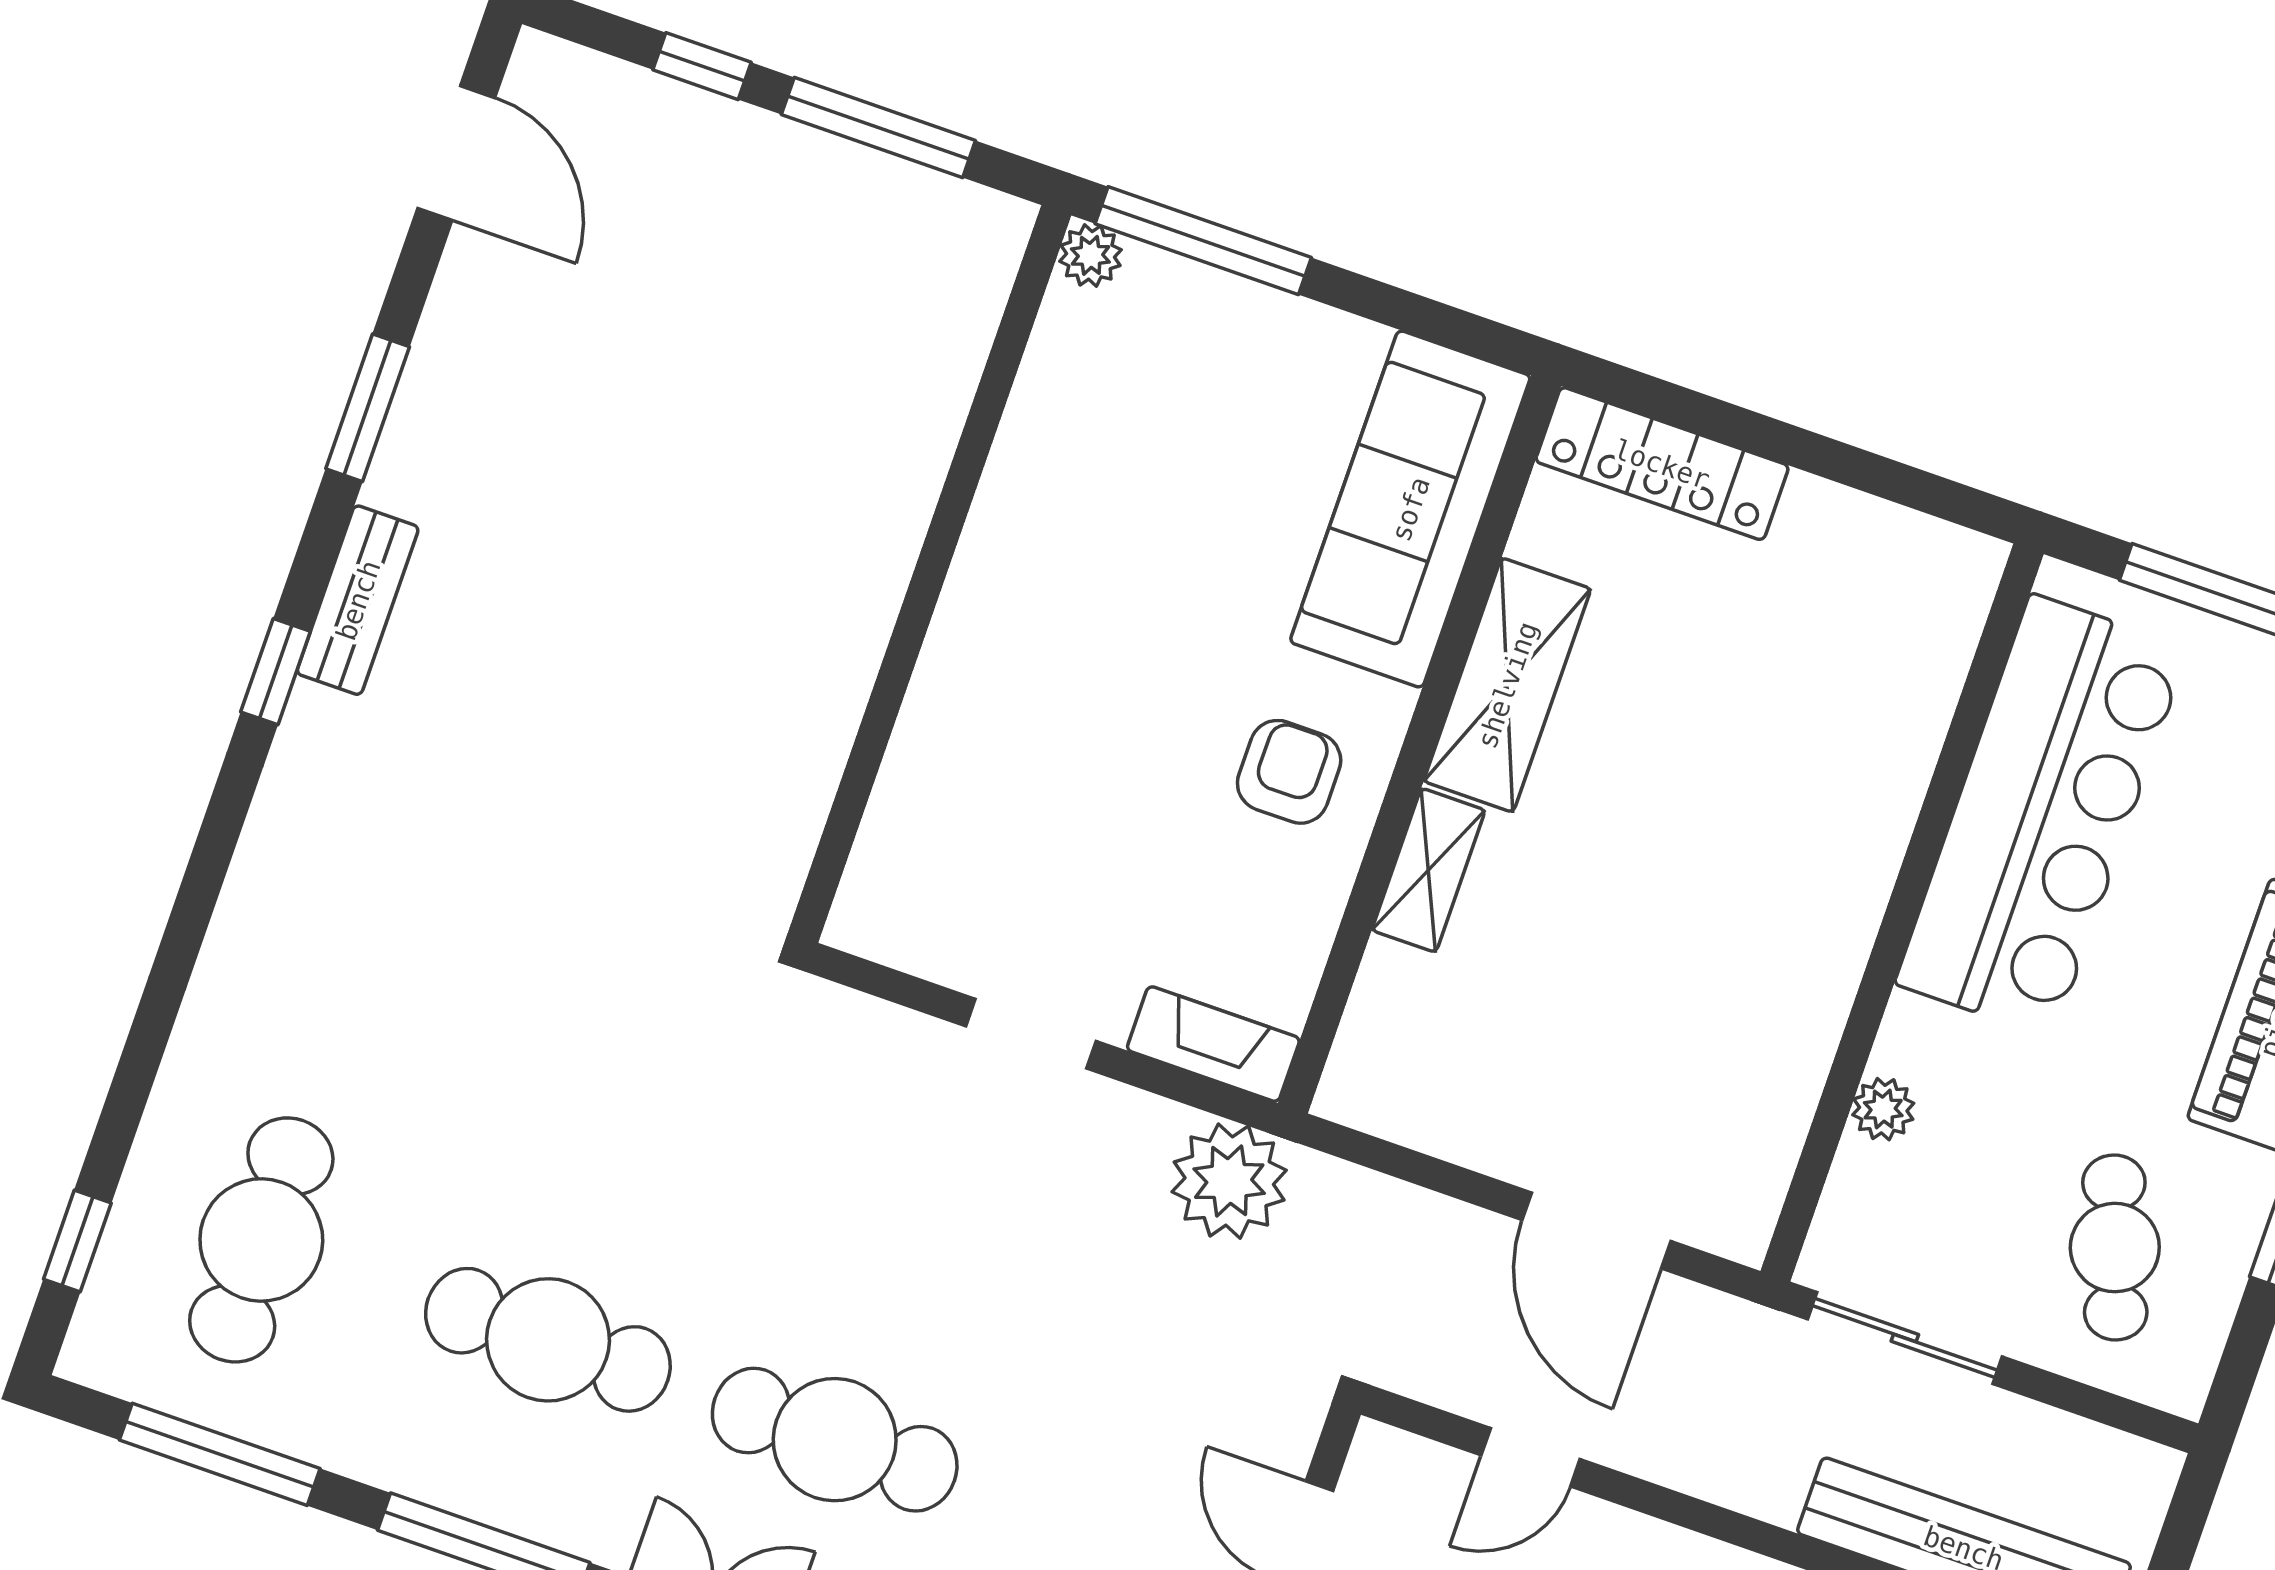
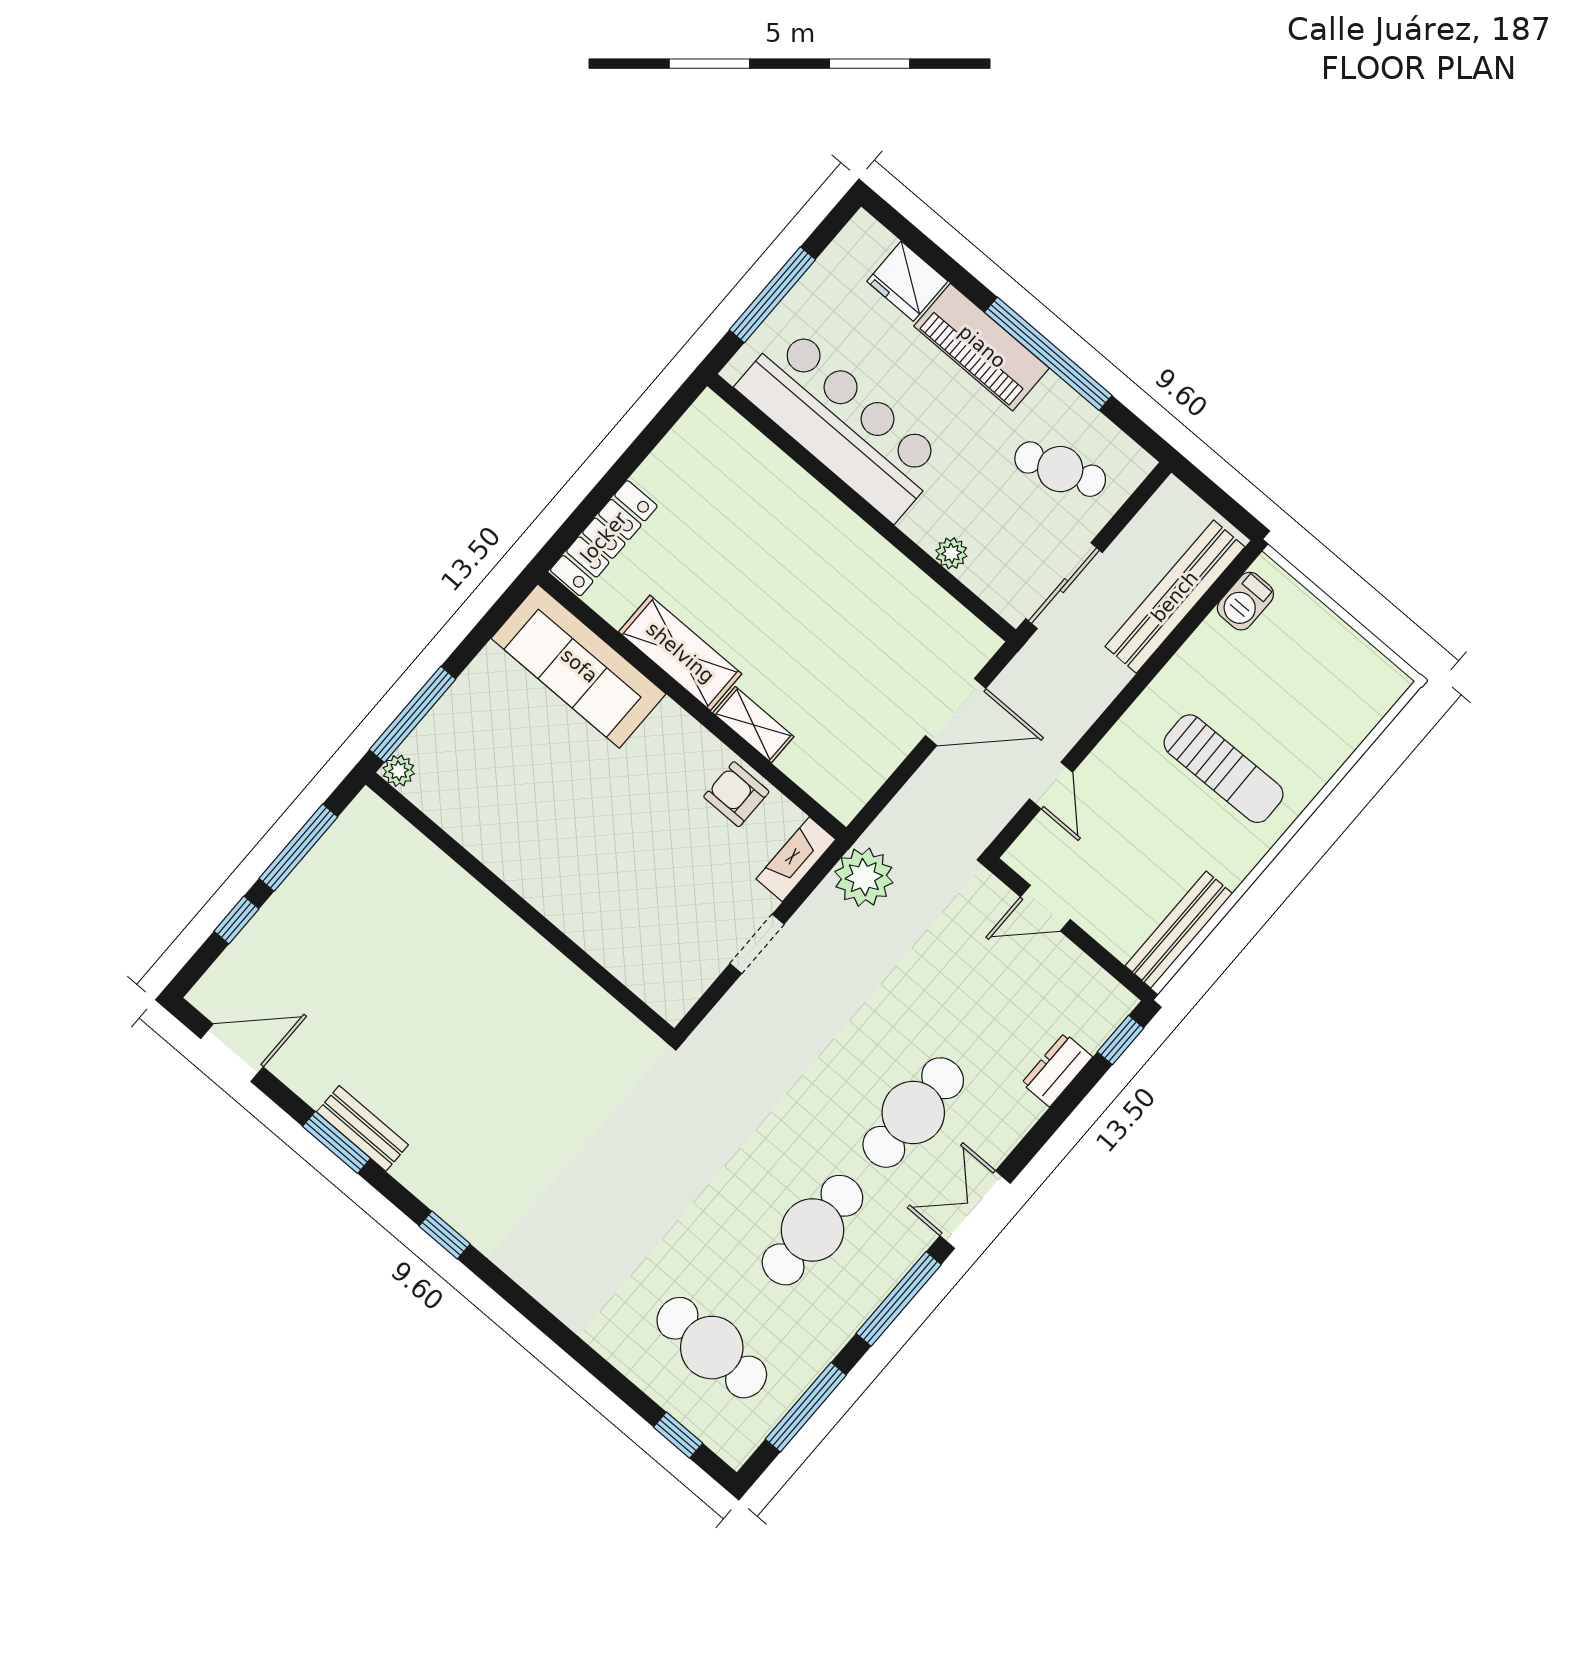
bench: (358, 600) -> (362, 1128), moved
armchair: (1289, 772) -> (736, 794), moved

